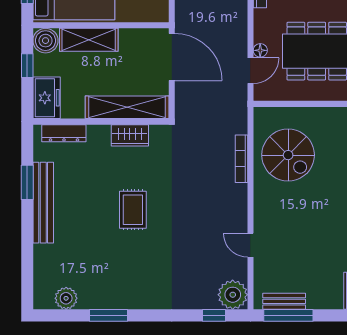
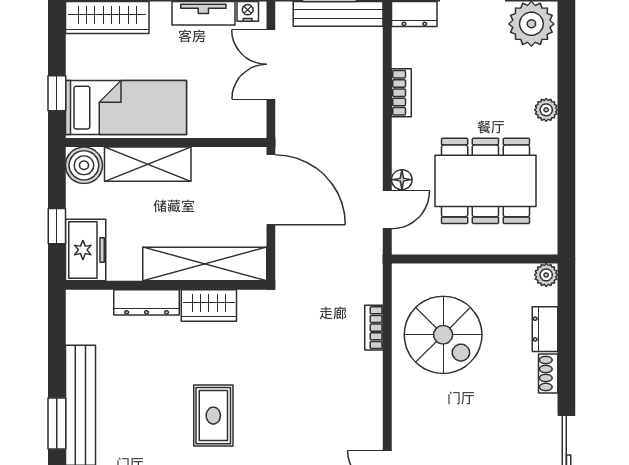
window: (27, 66) -> (57, 226), moved
dresser: (64, 133) -> (147, 302), moved
bookcase: (241, 159) -> (374, 328), width x0.64
window: (27, 182) -> (57, 423), moved

